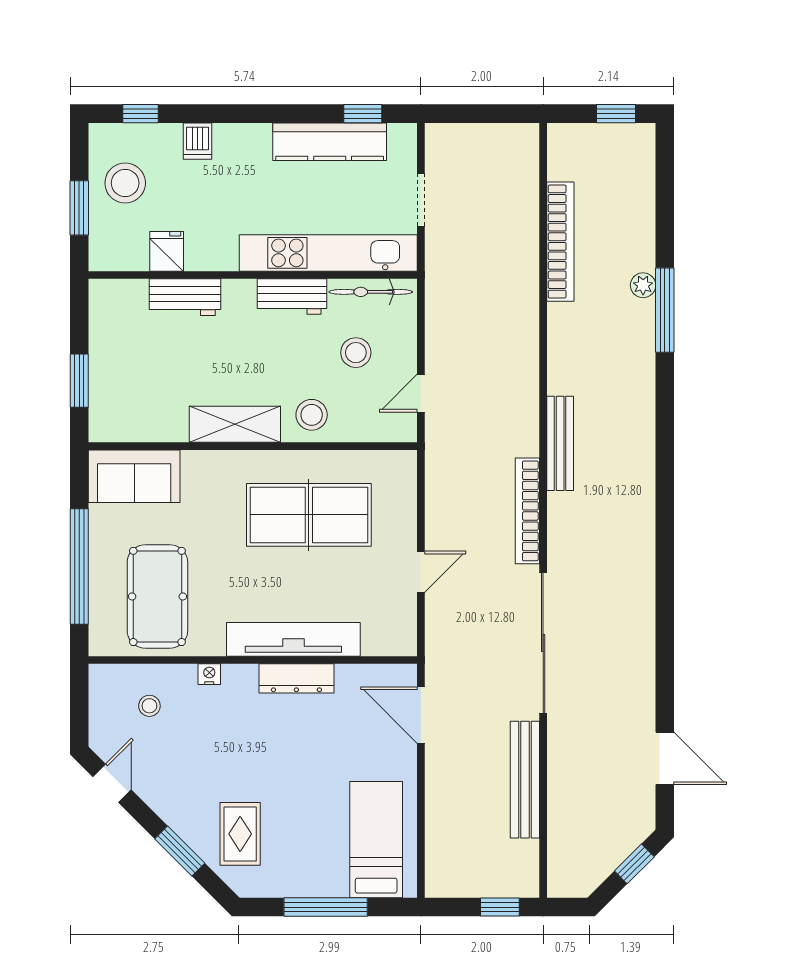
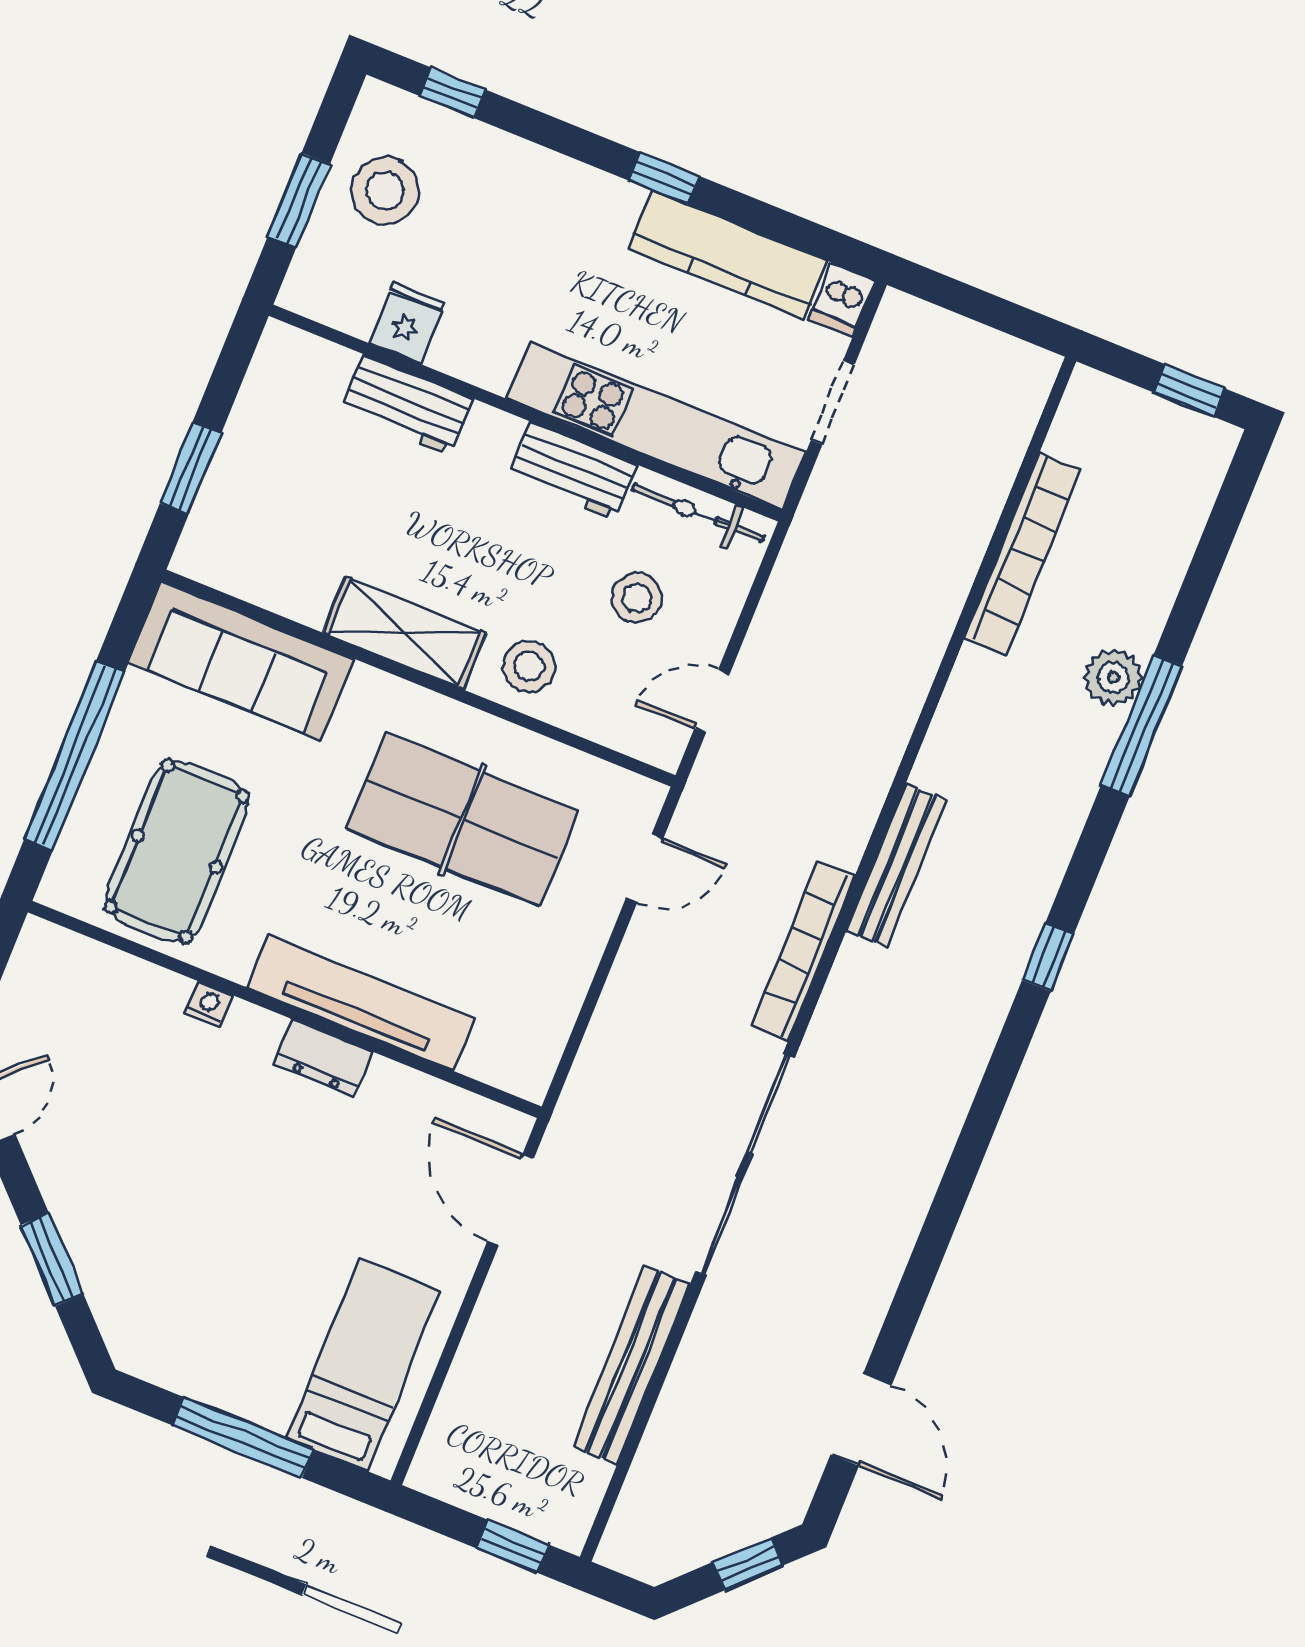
window: (363, 114) -> (664, 178), moved
dishwasher: (197, 141) -> (842, 300), moved
plant: (643, 285) -> (1113, 677), width x1.38, depth x1.38
window: (665, 460) -> (1048, 957), added
sofa: (134, 476) -> (241, 661), width x1.36
door: (421, 572) -> (644, 868), moved
dresser: (296, 678) -> (323, 1058), width x0.70
stool: (149, 706) -> (96, 1016), removed
rug: (240, 834) -> (156, 1271), removed

